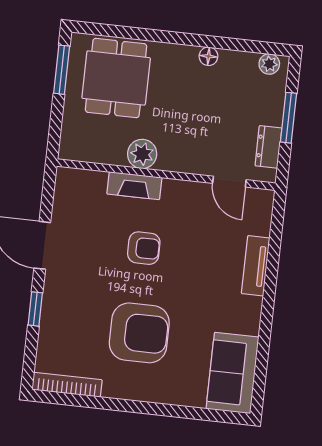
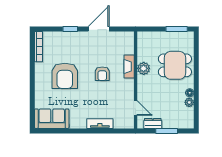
plant: (269, 64) -> (189, 102), moved
dining table: (116, 78) -> (175, 65), moved
door: (229, 182) -> (136, 108), swing flipped

